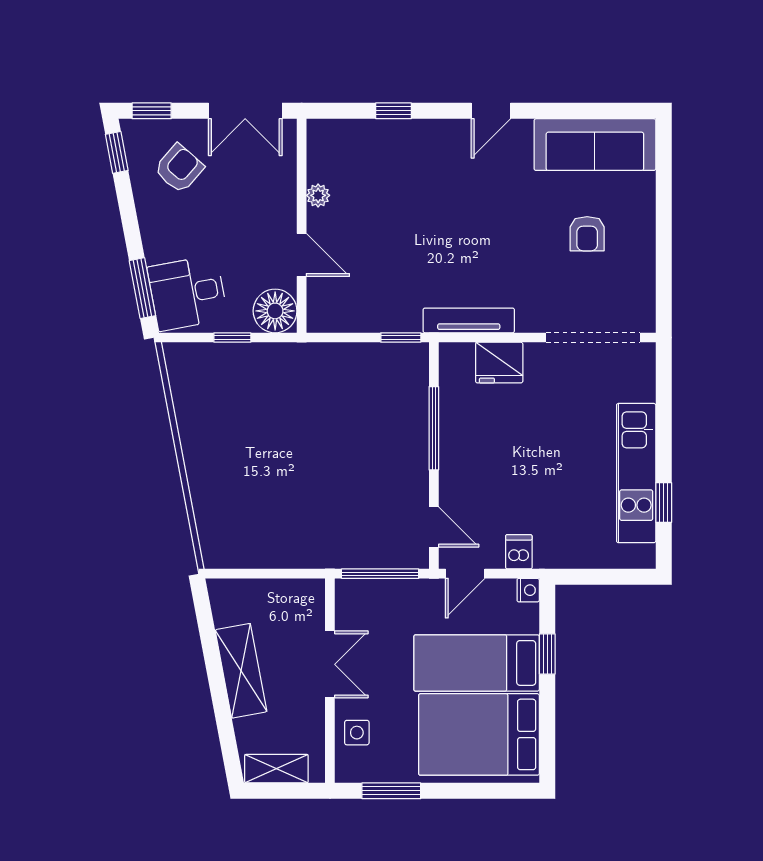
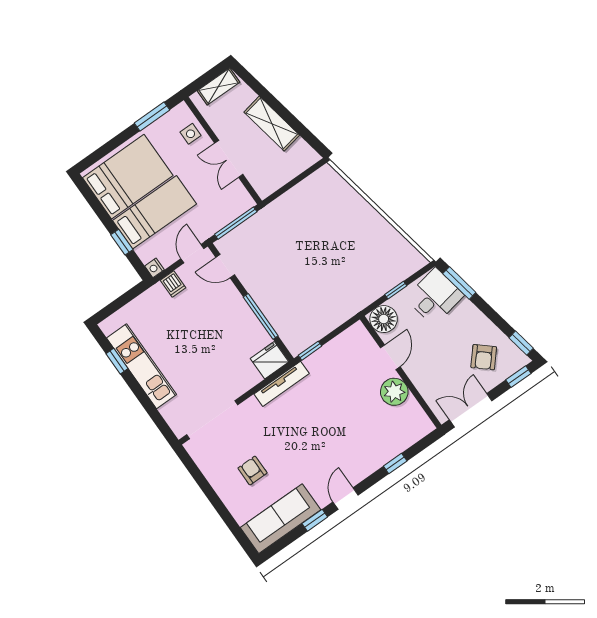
window: (551, 111) -> (315, 520), added
plant: (318, 195) -> (394, 392), width x1.88, depth x1.88
door: (302, 255) -> (390, 357), swing flipped
fridge: (499, 363) -> (270, 360), moved

